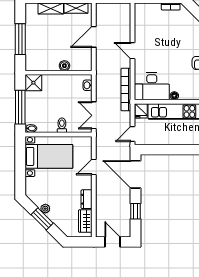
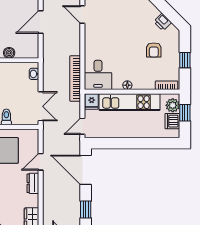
door: (133, 51) -> (82, 15), moved
desk: (152, 86) -> (98, 75), width x0.73
double door: (94, 115) -> (41, 106), swing flipped
dresser: (87, 199) -> (33, 183), moved

